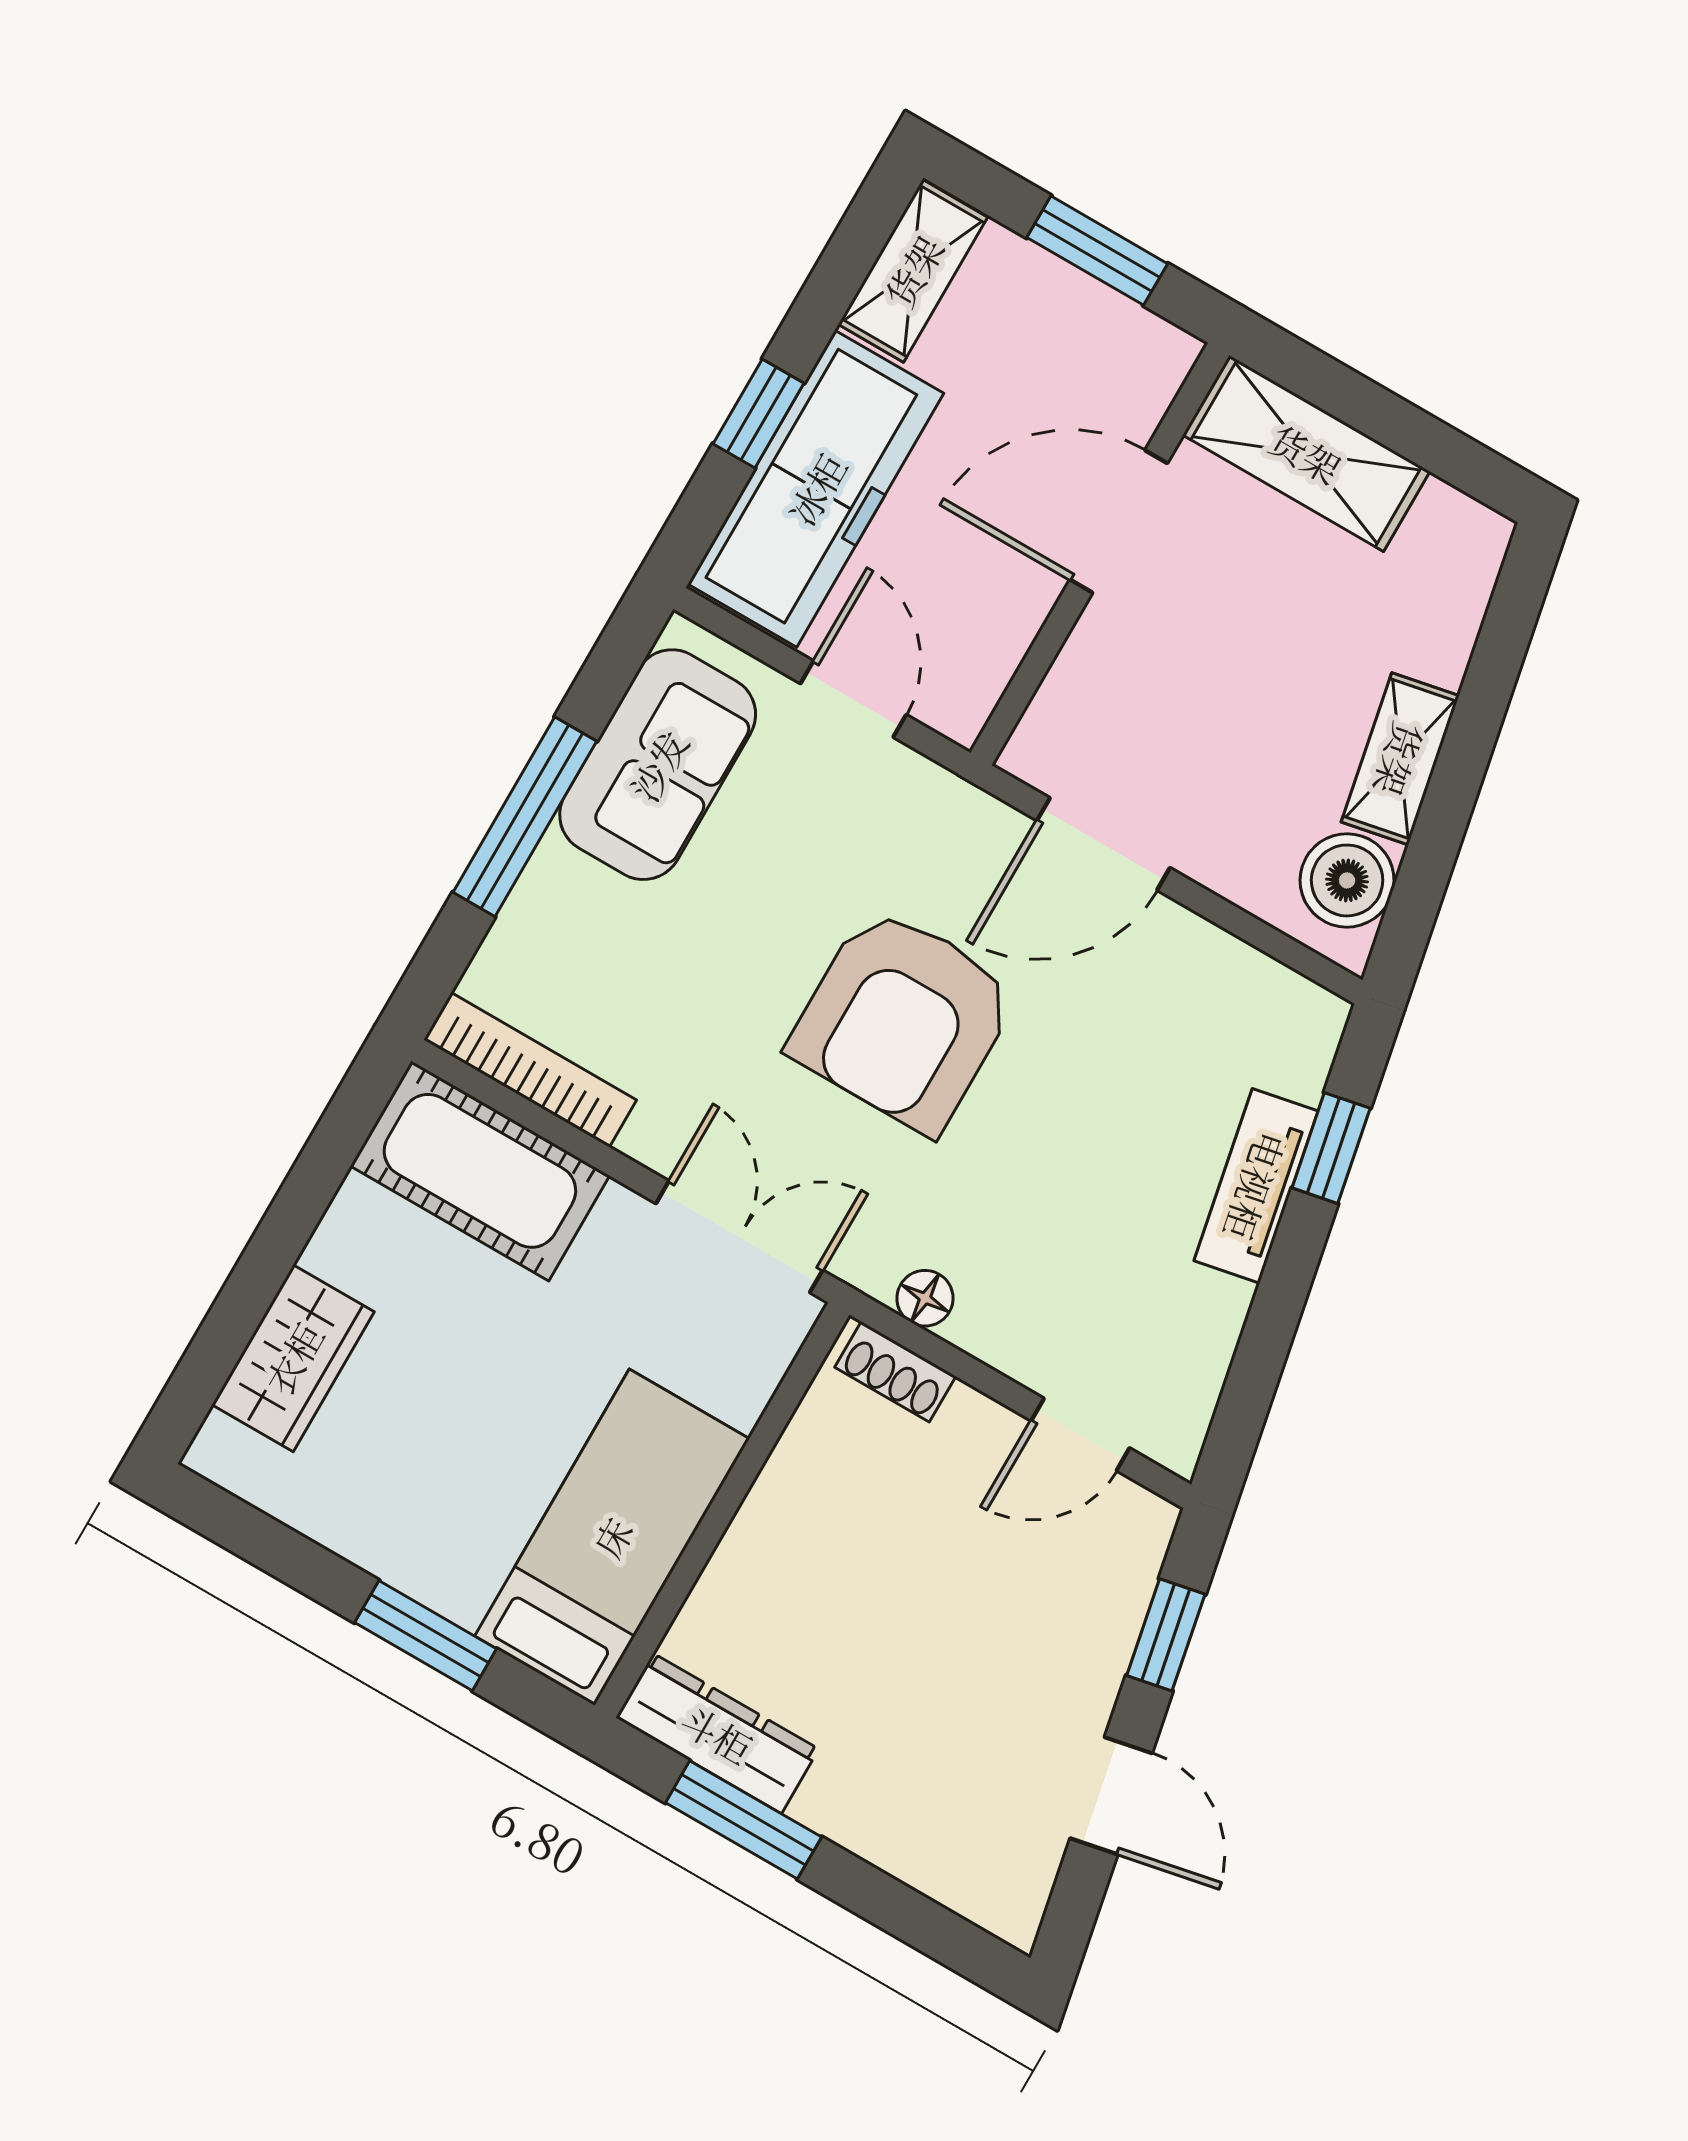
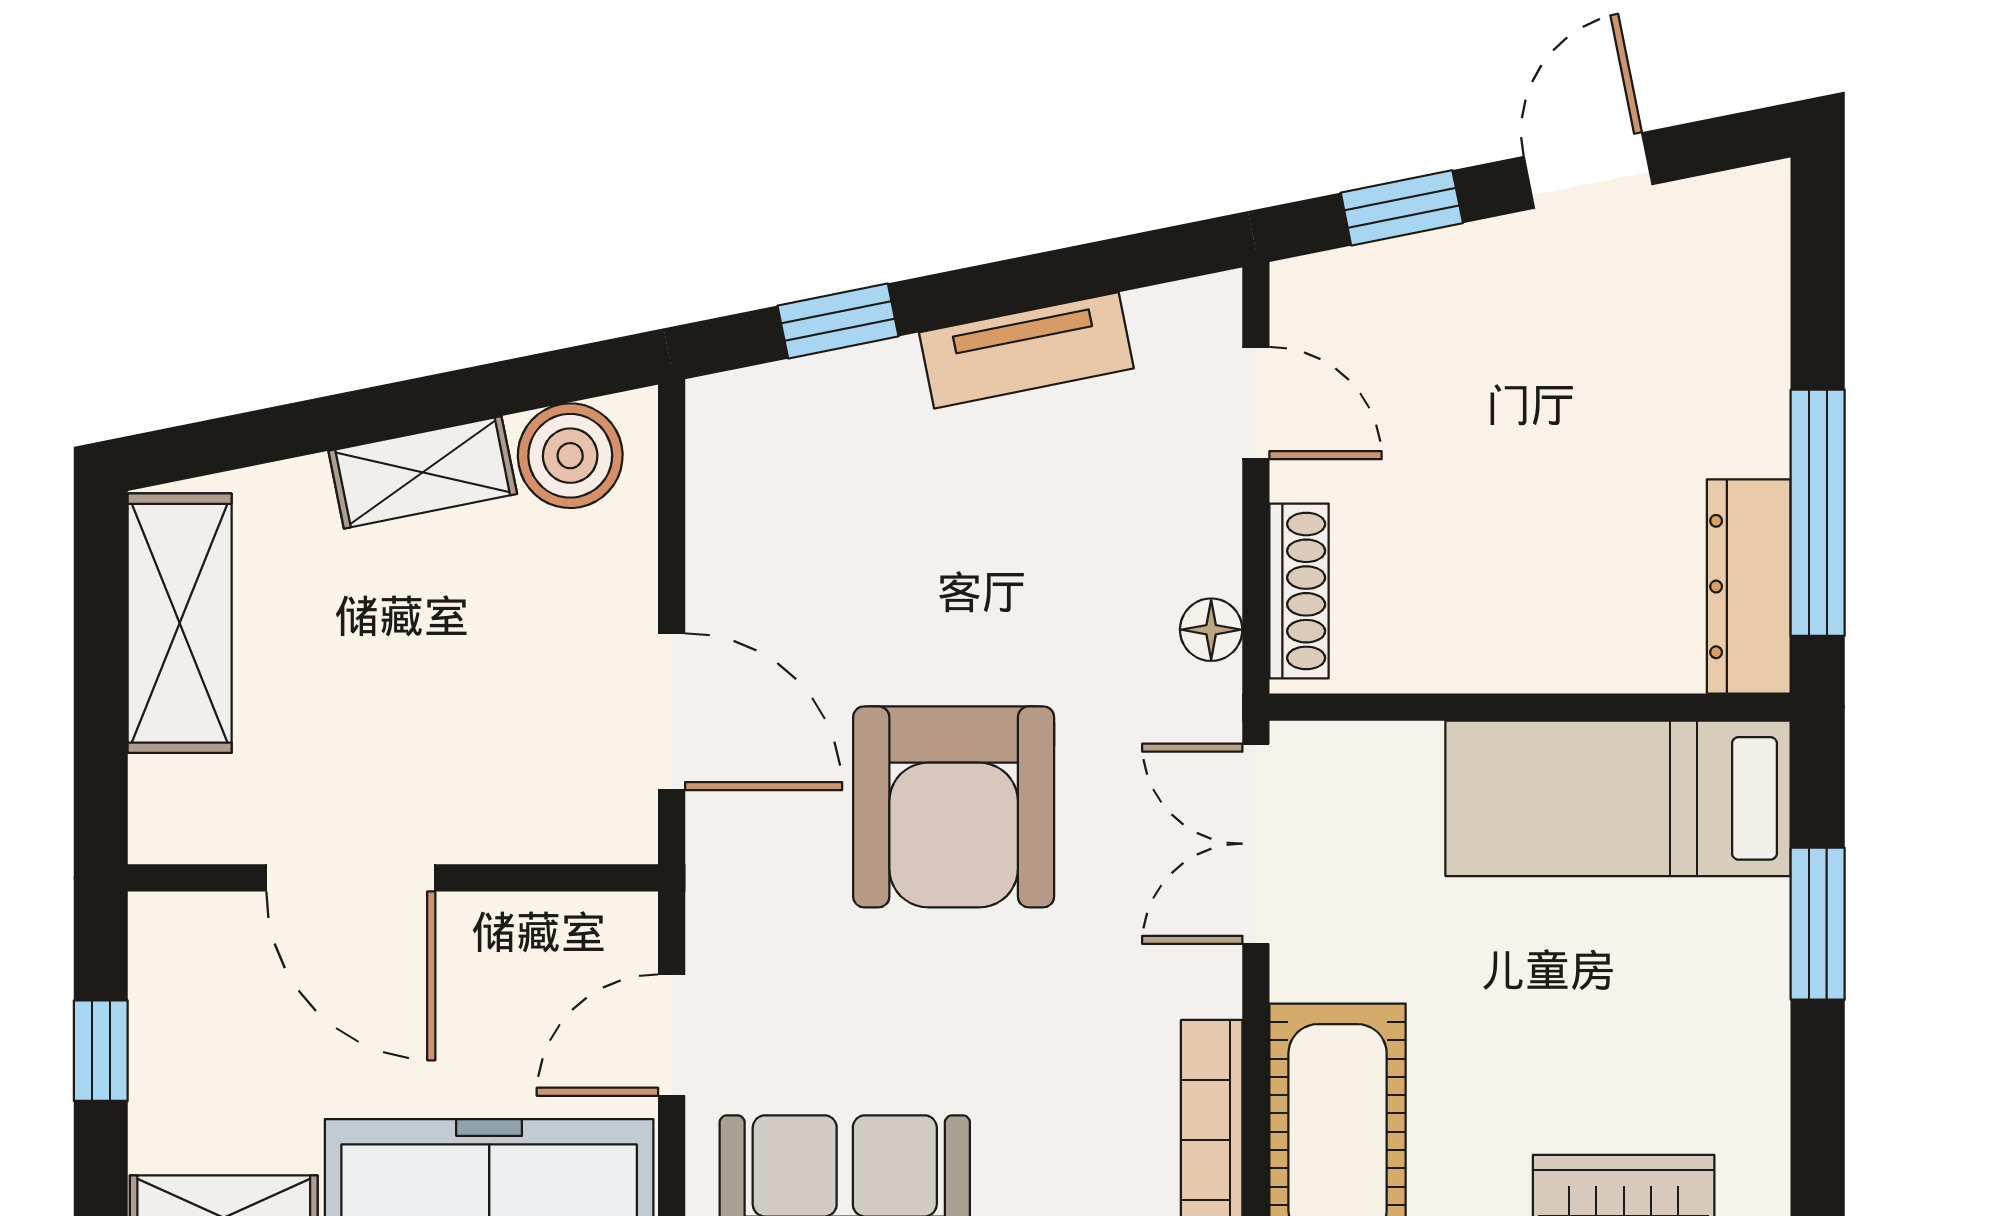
window: (1097, 251) -> (101, 1051), width x0.67
shelving: (1306, 453) -> (180, 623), moved
armchair: (903, 1020) -> (954, 807), turned 90
tv unit: (1256, 1186) -> (1026, 350), moved
shoe rack: (895, 1372) -> (1299, 591), width x1.43
window: (744, 1820) -> (1818, 513), width x1.44

